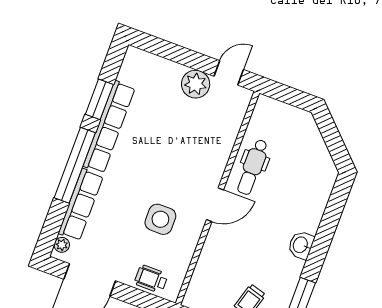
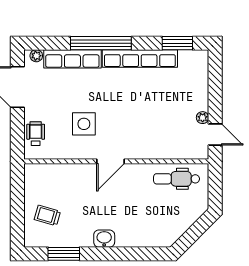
plant: (196, 84) -> (203, 118), width x0.53, depth x0.53
window: (99, 99) -> (177, 43), moved
dental chair: (253, 167) -> (177, 179), moved
door: (215, 205) -> (110, 161), hinge flipped

